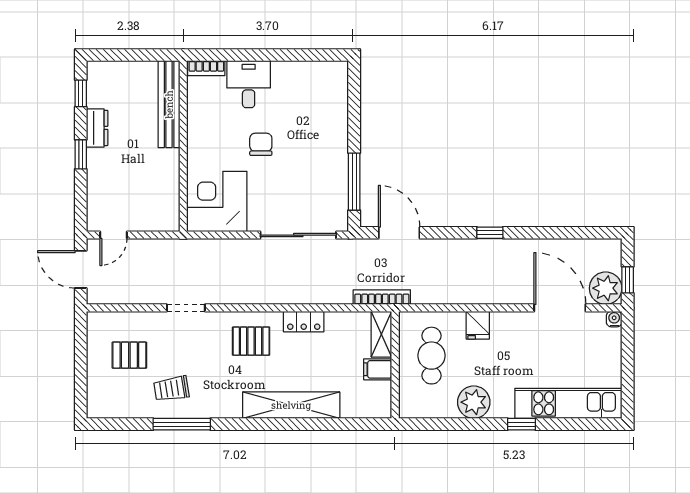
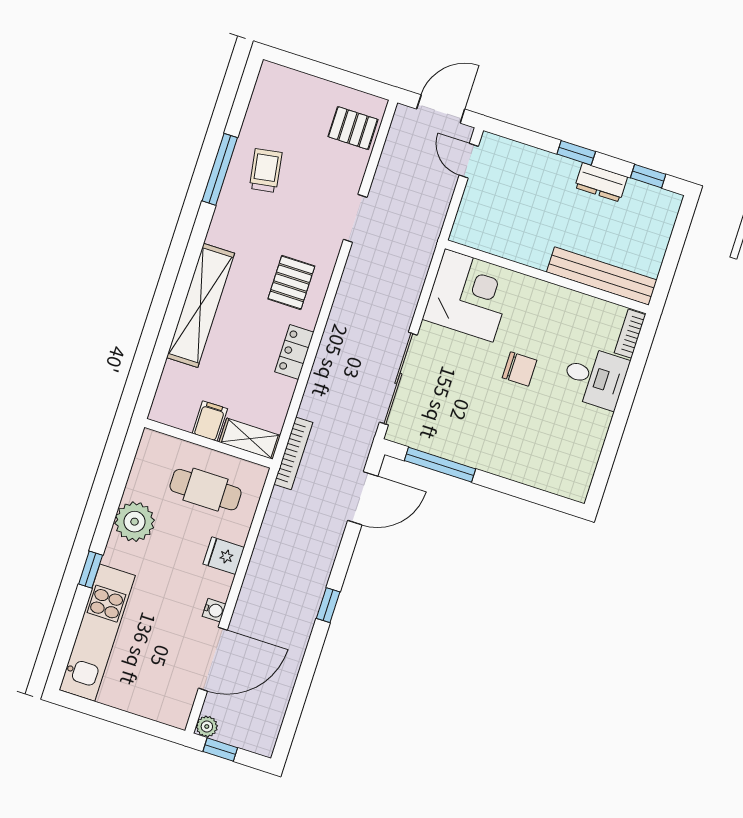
plant: (606, 288) -> (207, 727), width x0.53, depth x0.53
water cooler: (614, 319) -> (214, 610), moved
pallet: (129, 355) -> (353, 128), moved, turned 90

